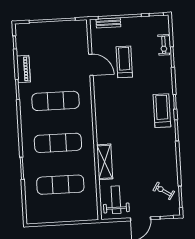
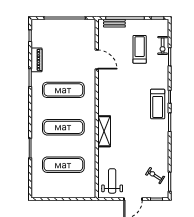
treadmill: (124, 62) -> (140, 49), moved
treadmill: (162, 111) -> (158, 104), turned 180
shelving: (105, 162) -> (104, 131), moved

